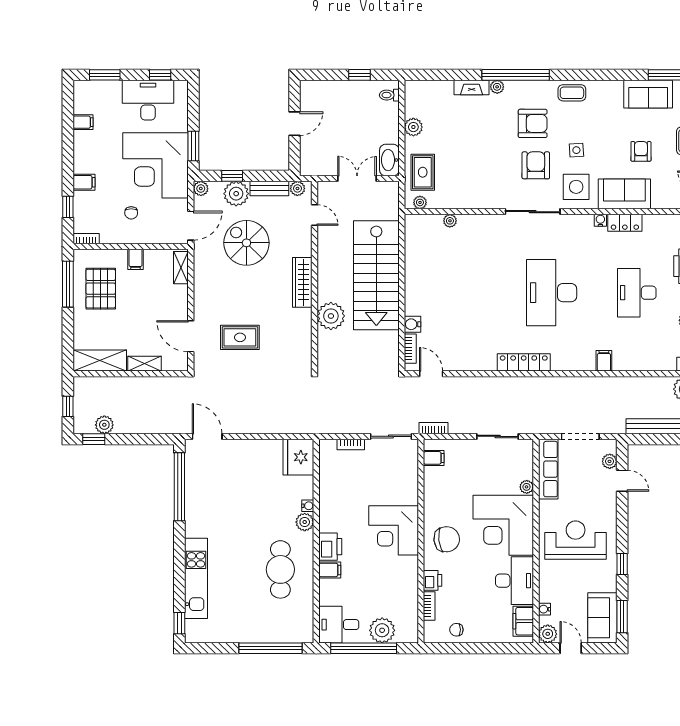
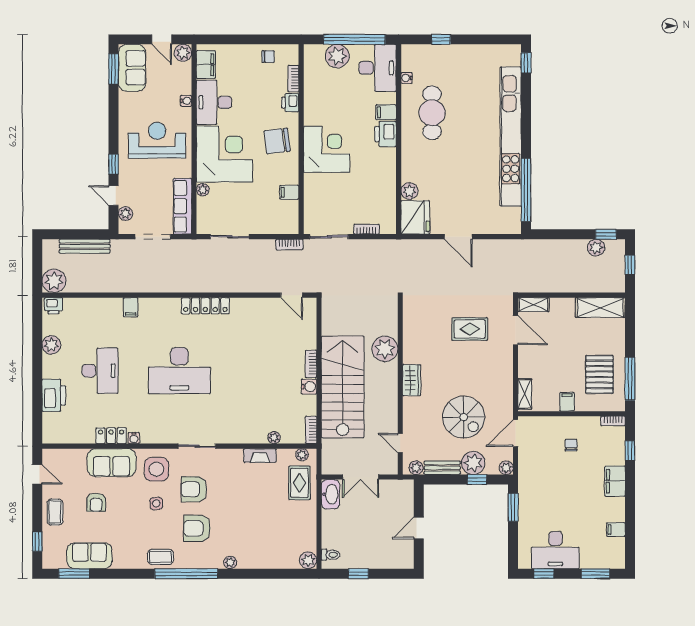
window: (516, 75) -> (186, 574), moved
fireplace: (472, 87) -> (260, 456), moved, turned 180
plant: (413, 127) -> (308, 560), moved
corner desk: (155, 165) -> (548, 489), removed
armchair: (536, 165) -> (194, 489), turned 90
filing cabinet: (84, 182) -> (615, 481), width x2.00
sliding door: (533, 212) -> (197, 446), width x0.73
bookcase: (410, 229) -> (311, 430), added
wardrobe: (302, 282) -> (412, 380), width x0.67
desk: (552, 293) -> (179, 371), turned 90
water cooler: (412, 324) -> (309, 387), moved
bookcase: (410, 349) -> (311, 364), moved
shelving: (144, 364) -> (533, 305), moved
door: (207, 436) -> (458, 237), moved
filing cabinet: (434, 458) -> (289, 192), moved
water cooler: (308, 506) -> (406, 78), moved
plant: (305, 522) -> (409, 191), moved
reception desk: (576, 540) -> (157, 140), turned 180
window: (622, 564) -> (114, 164), moved
kitchen unit: (196, 578) -> (511, 137), width x1.86
water cooler: (544, 609) -> (186, 101), moved
desk: (339, 625) -> (378, 68), width x1.37
window: (271, 648) -> (441, 39), width x0.32

